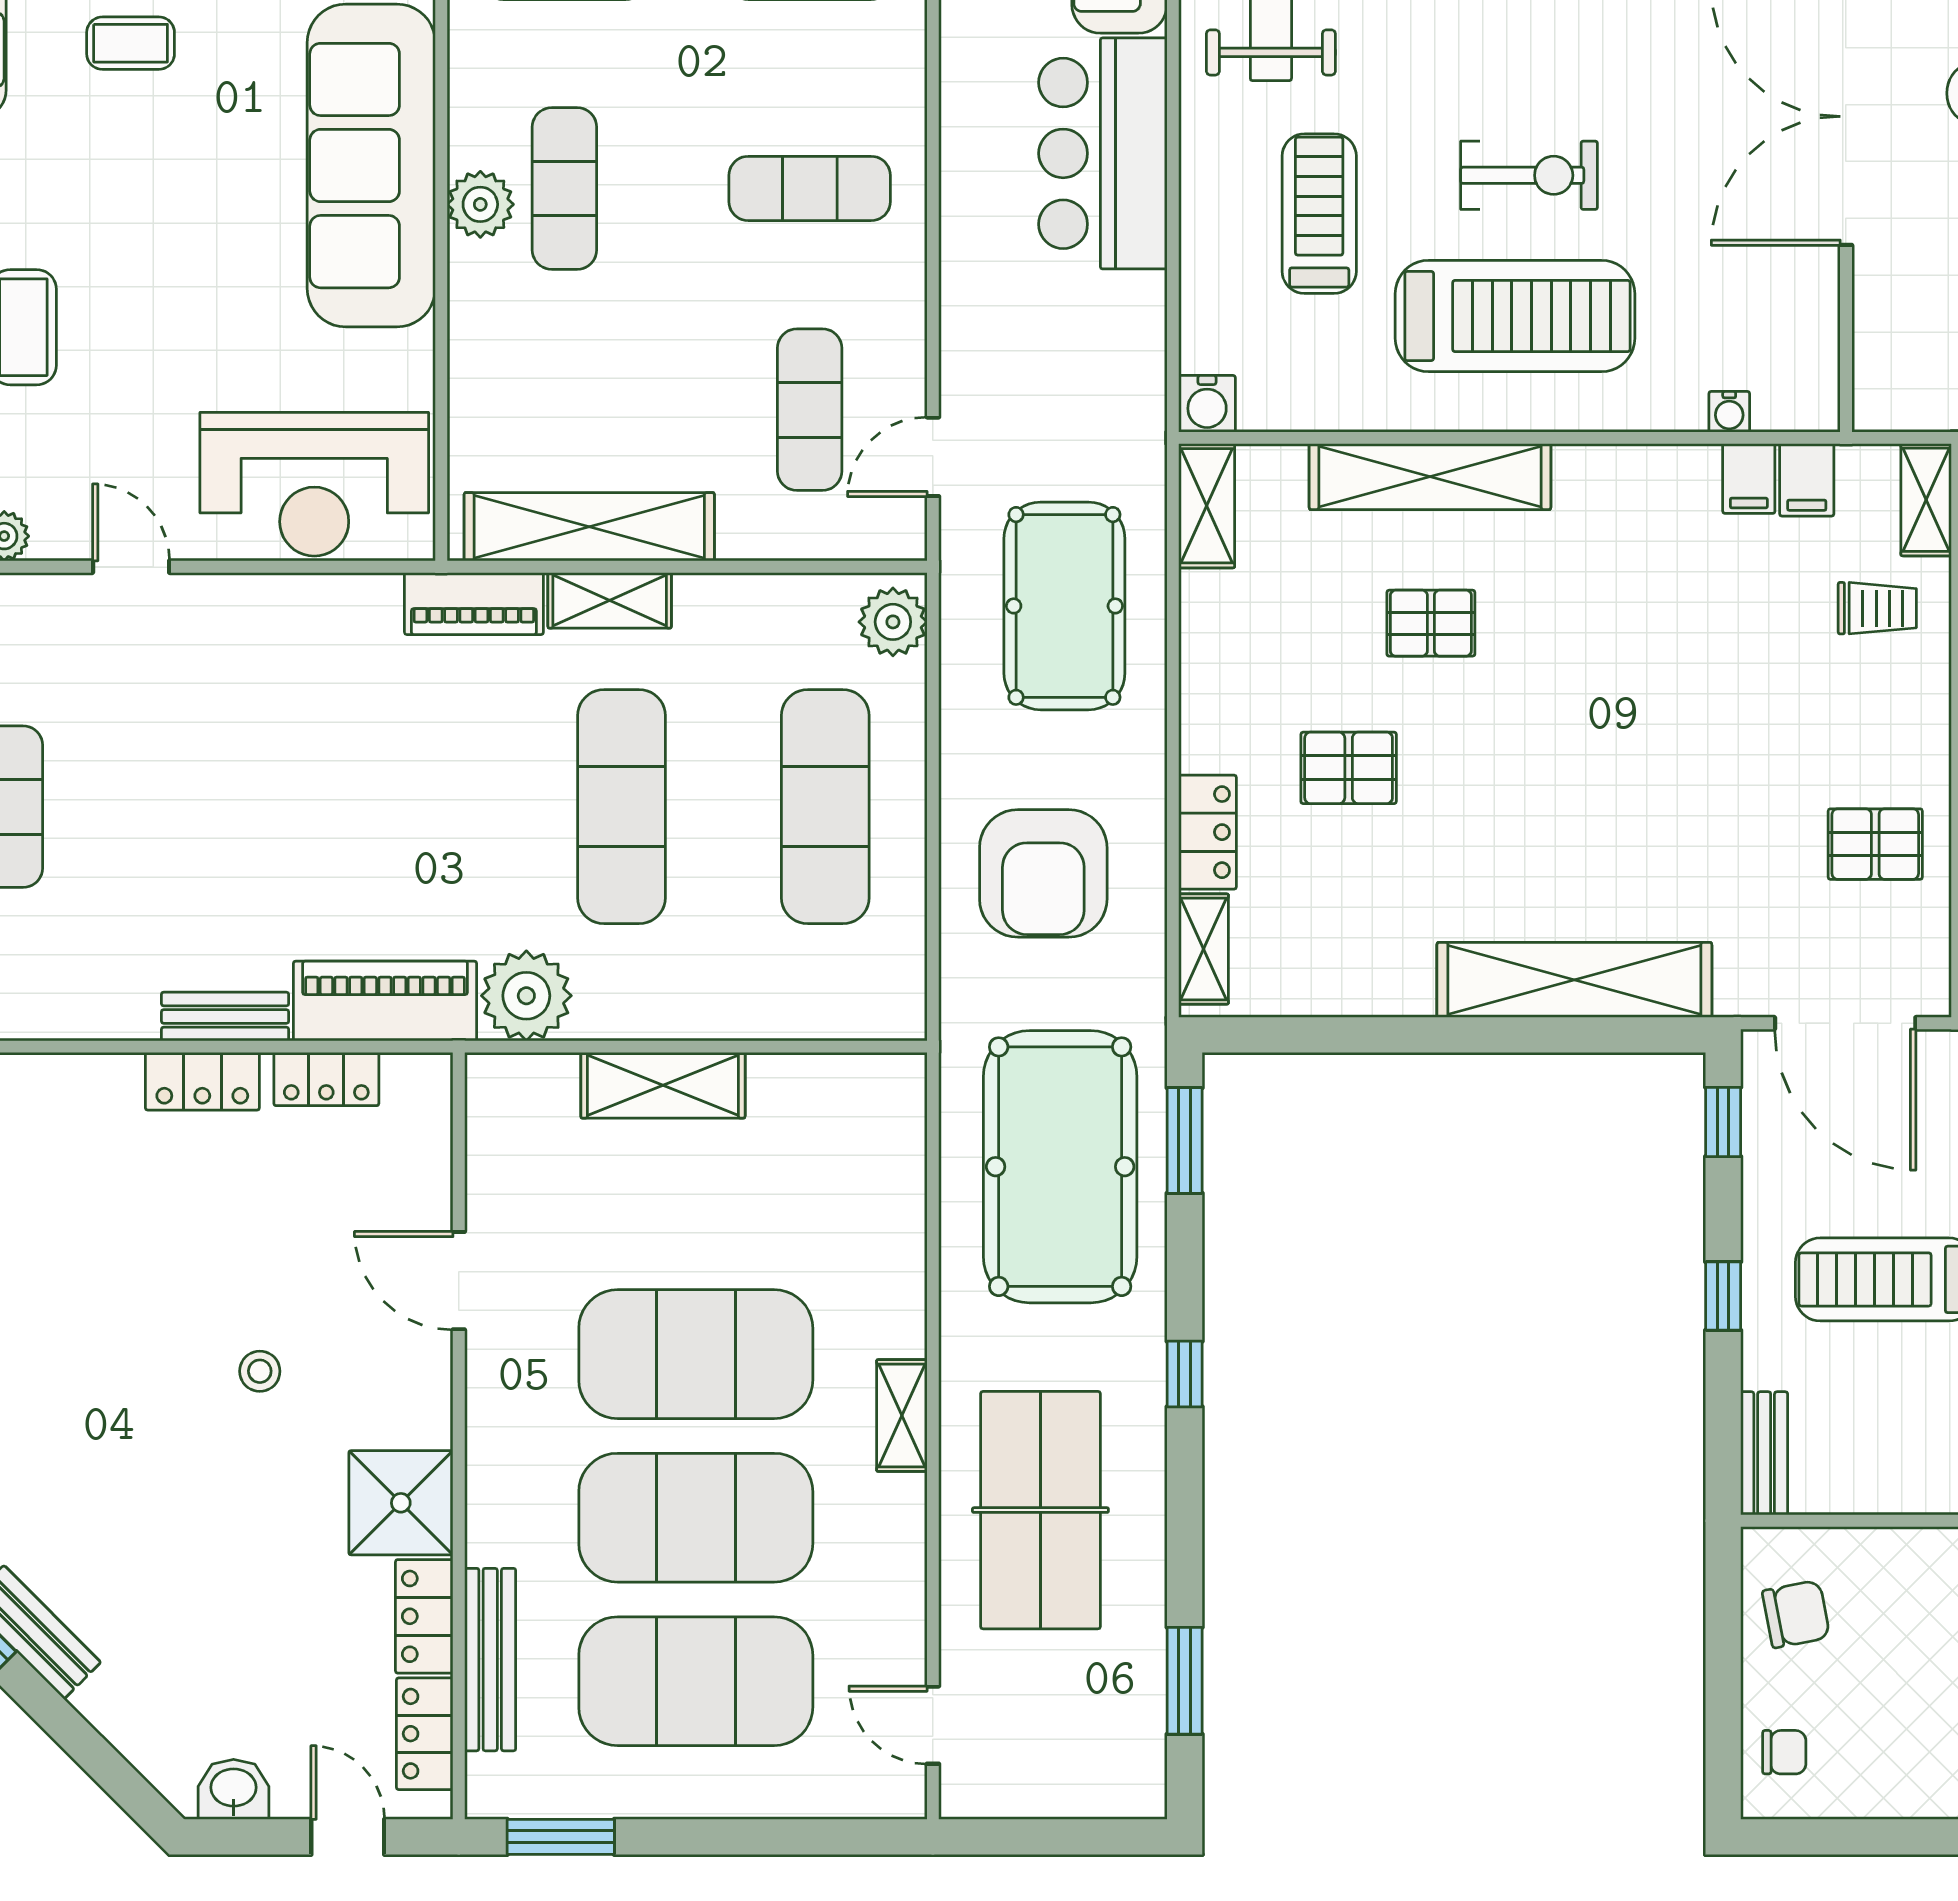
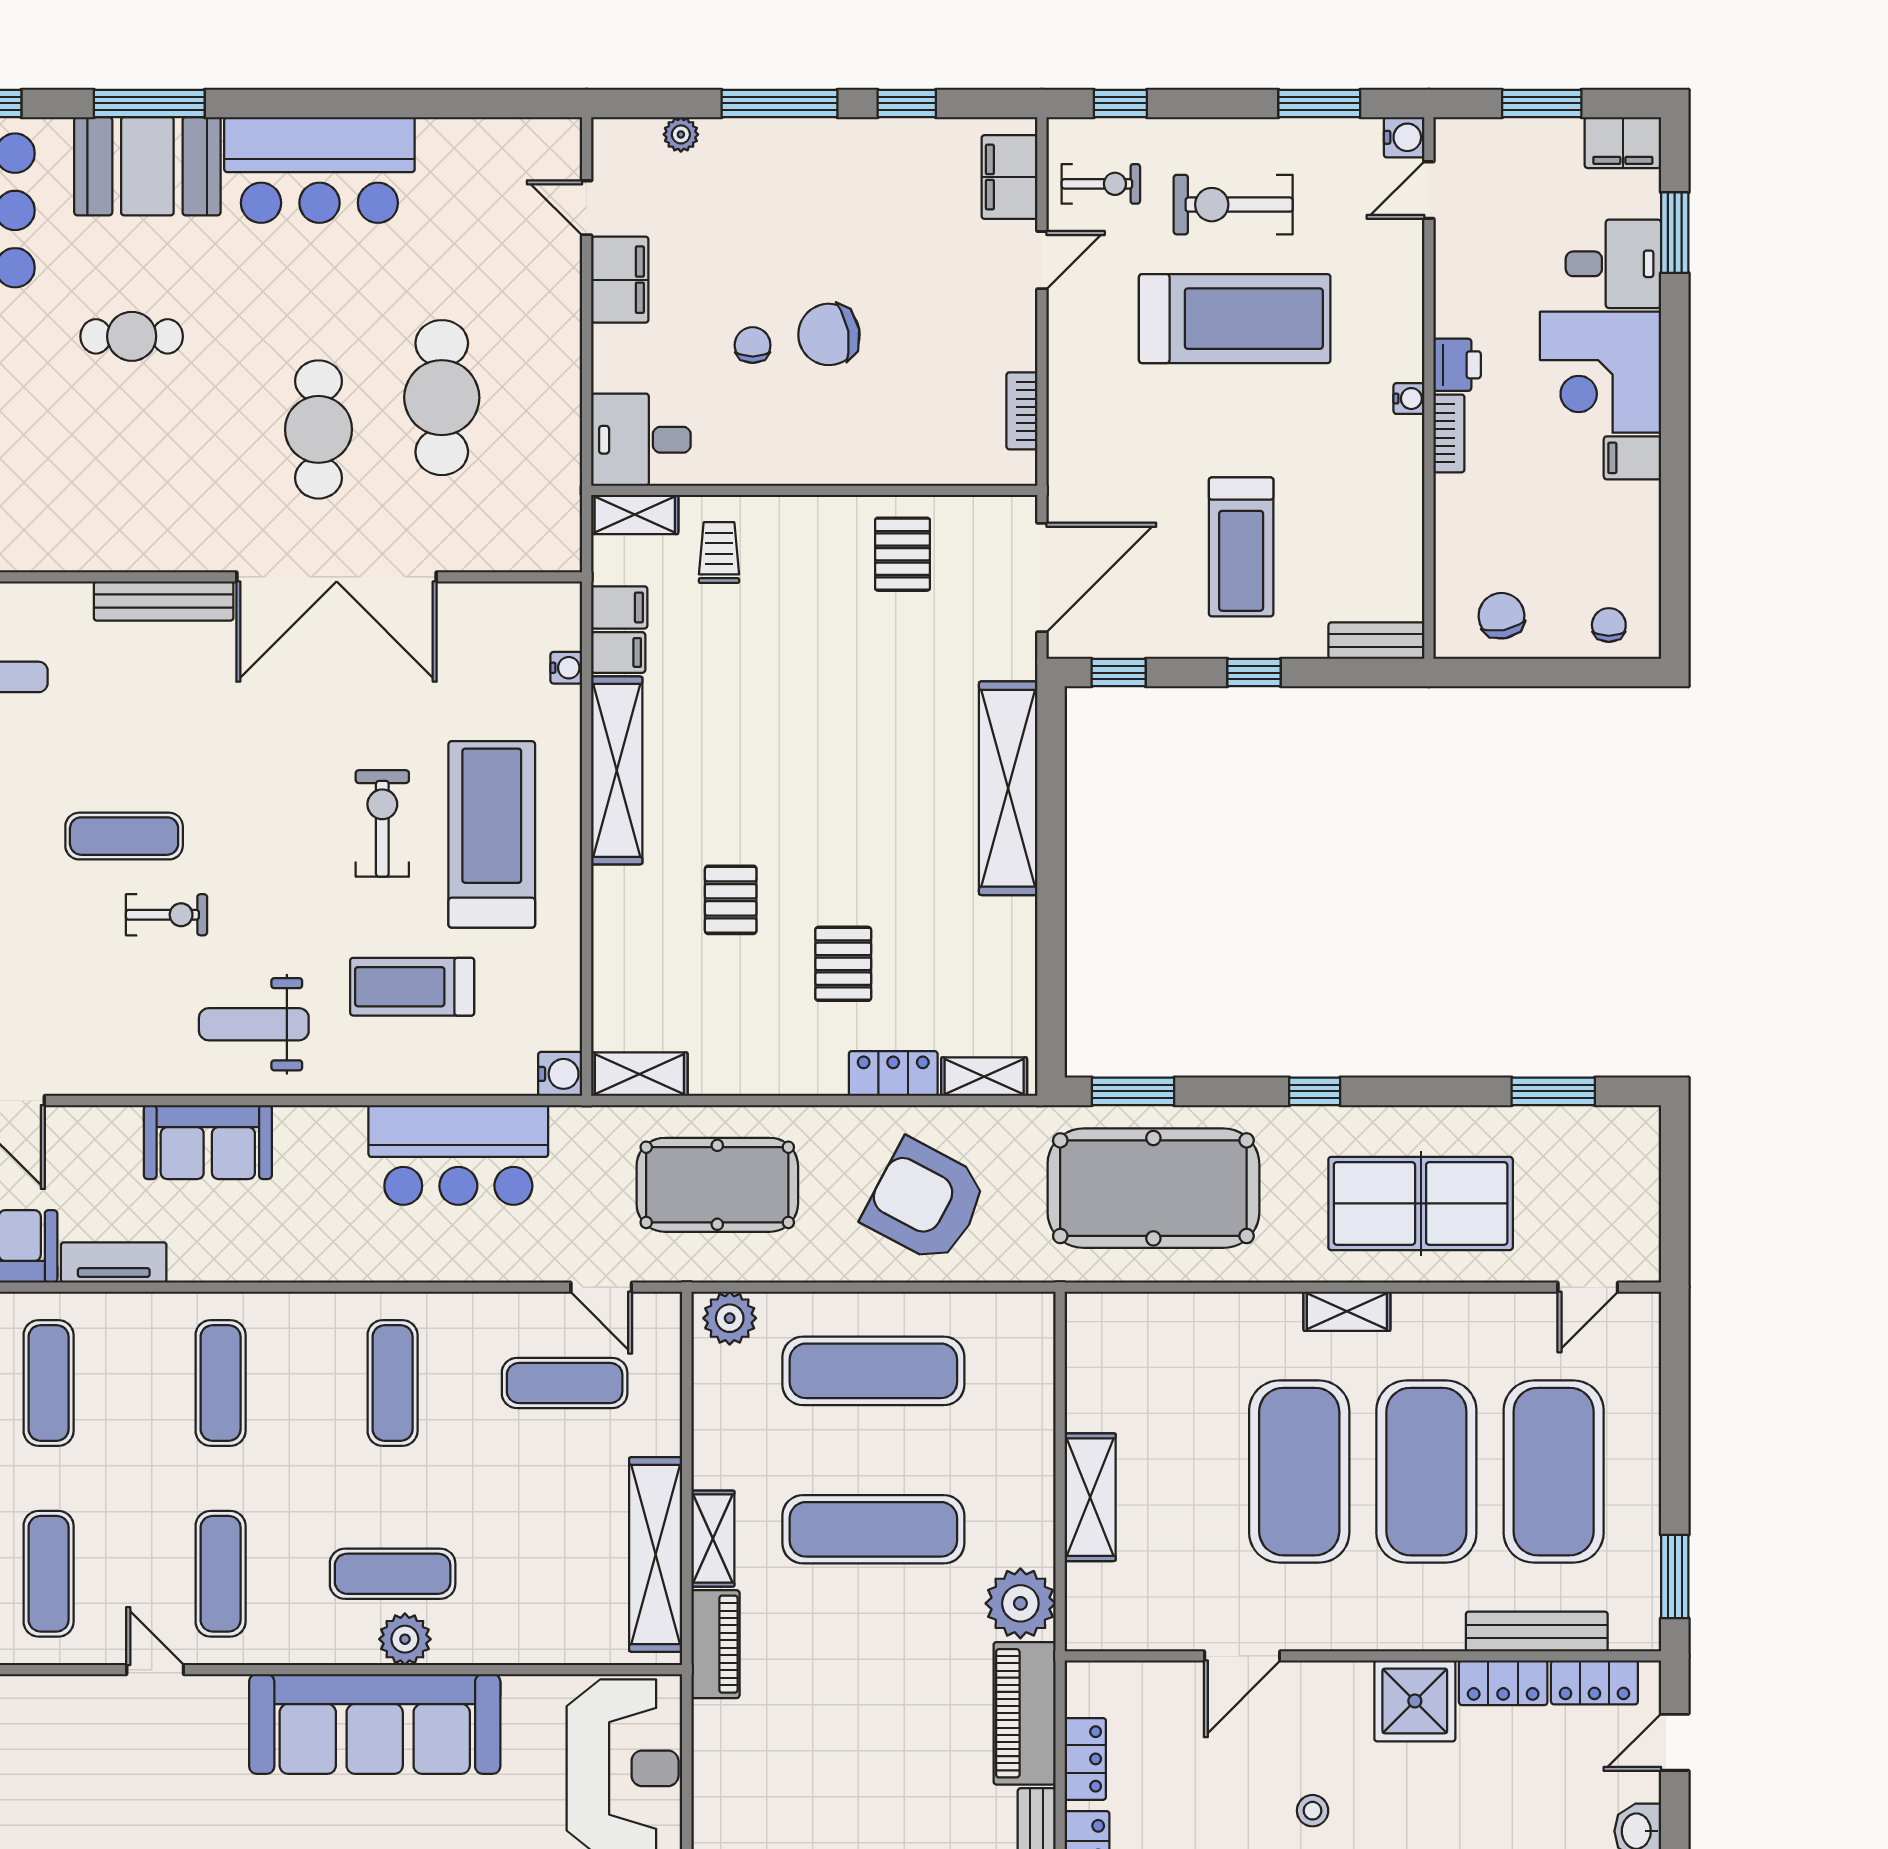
bar counter: (1103, 153) -> (458, 1155), moved
shelving: (1430, 477) -> (617, 770), moved
armchair: (1043, 873) -> (925, 1201), turned -152

